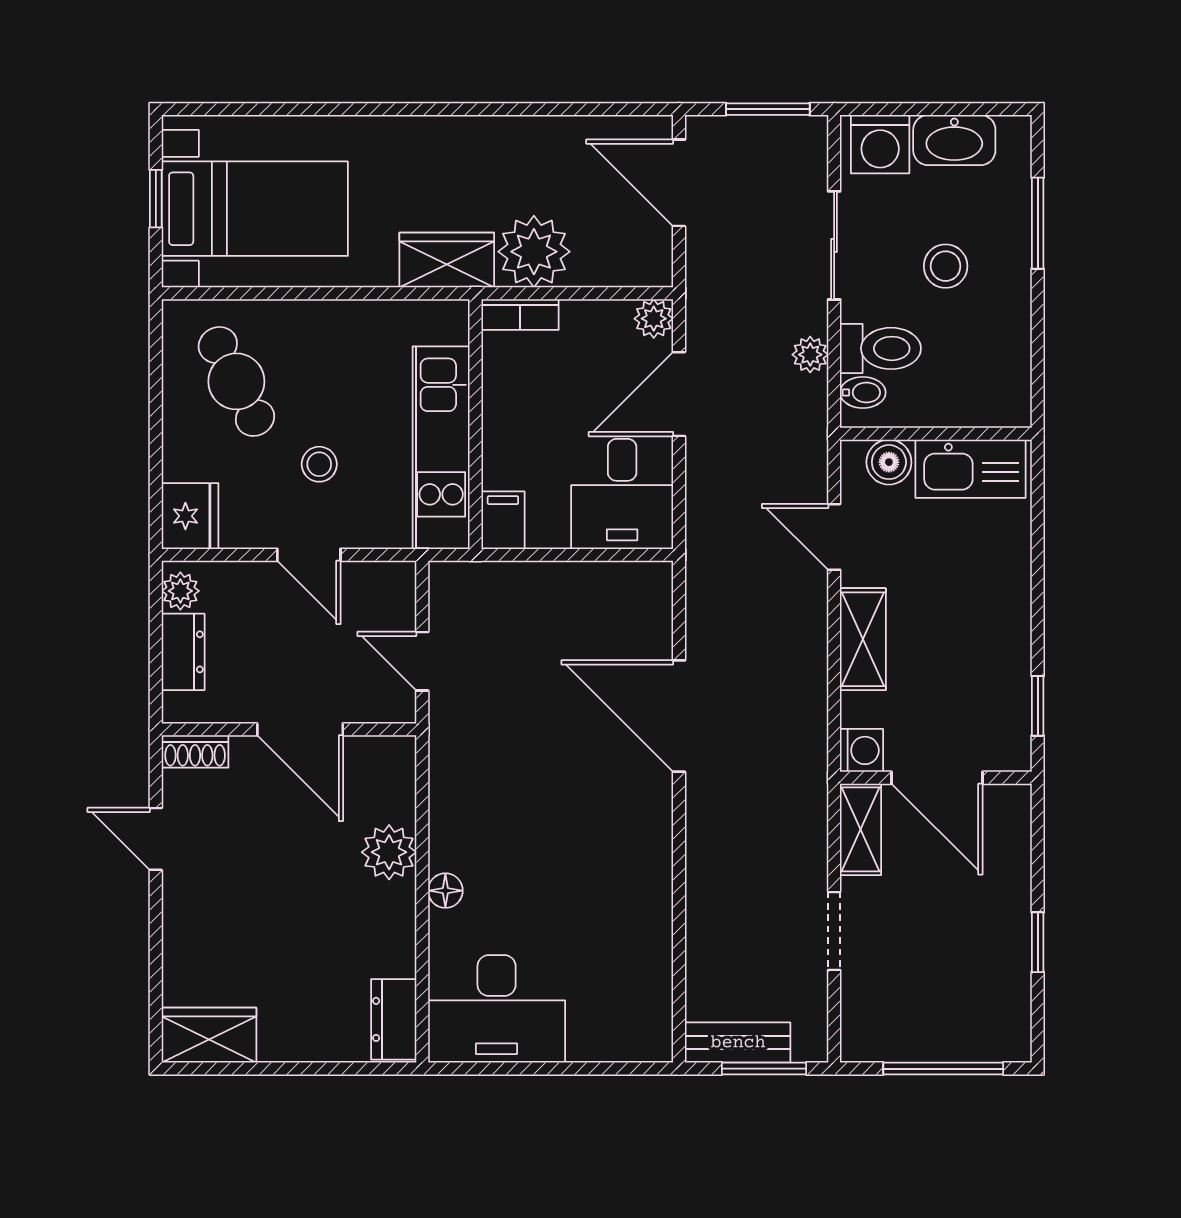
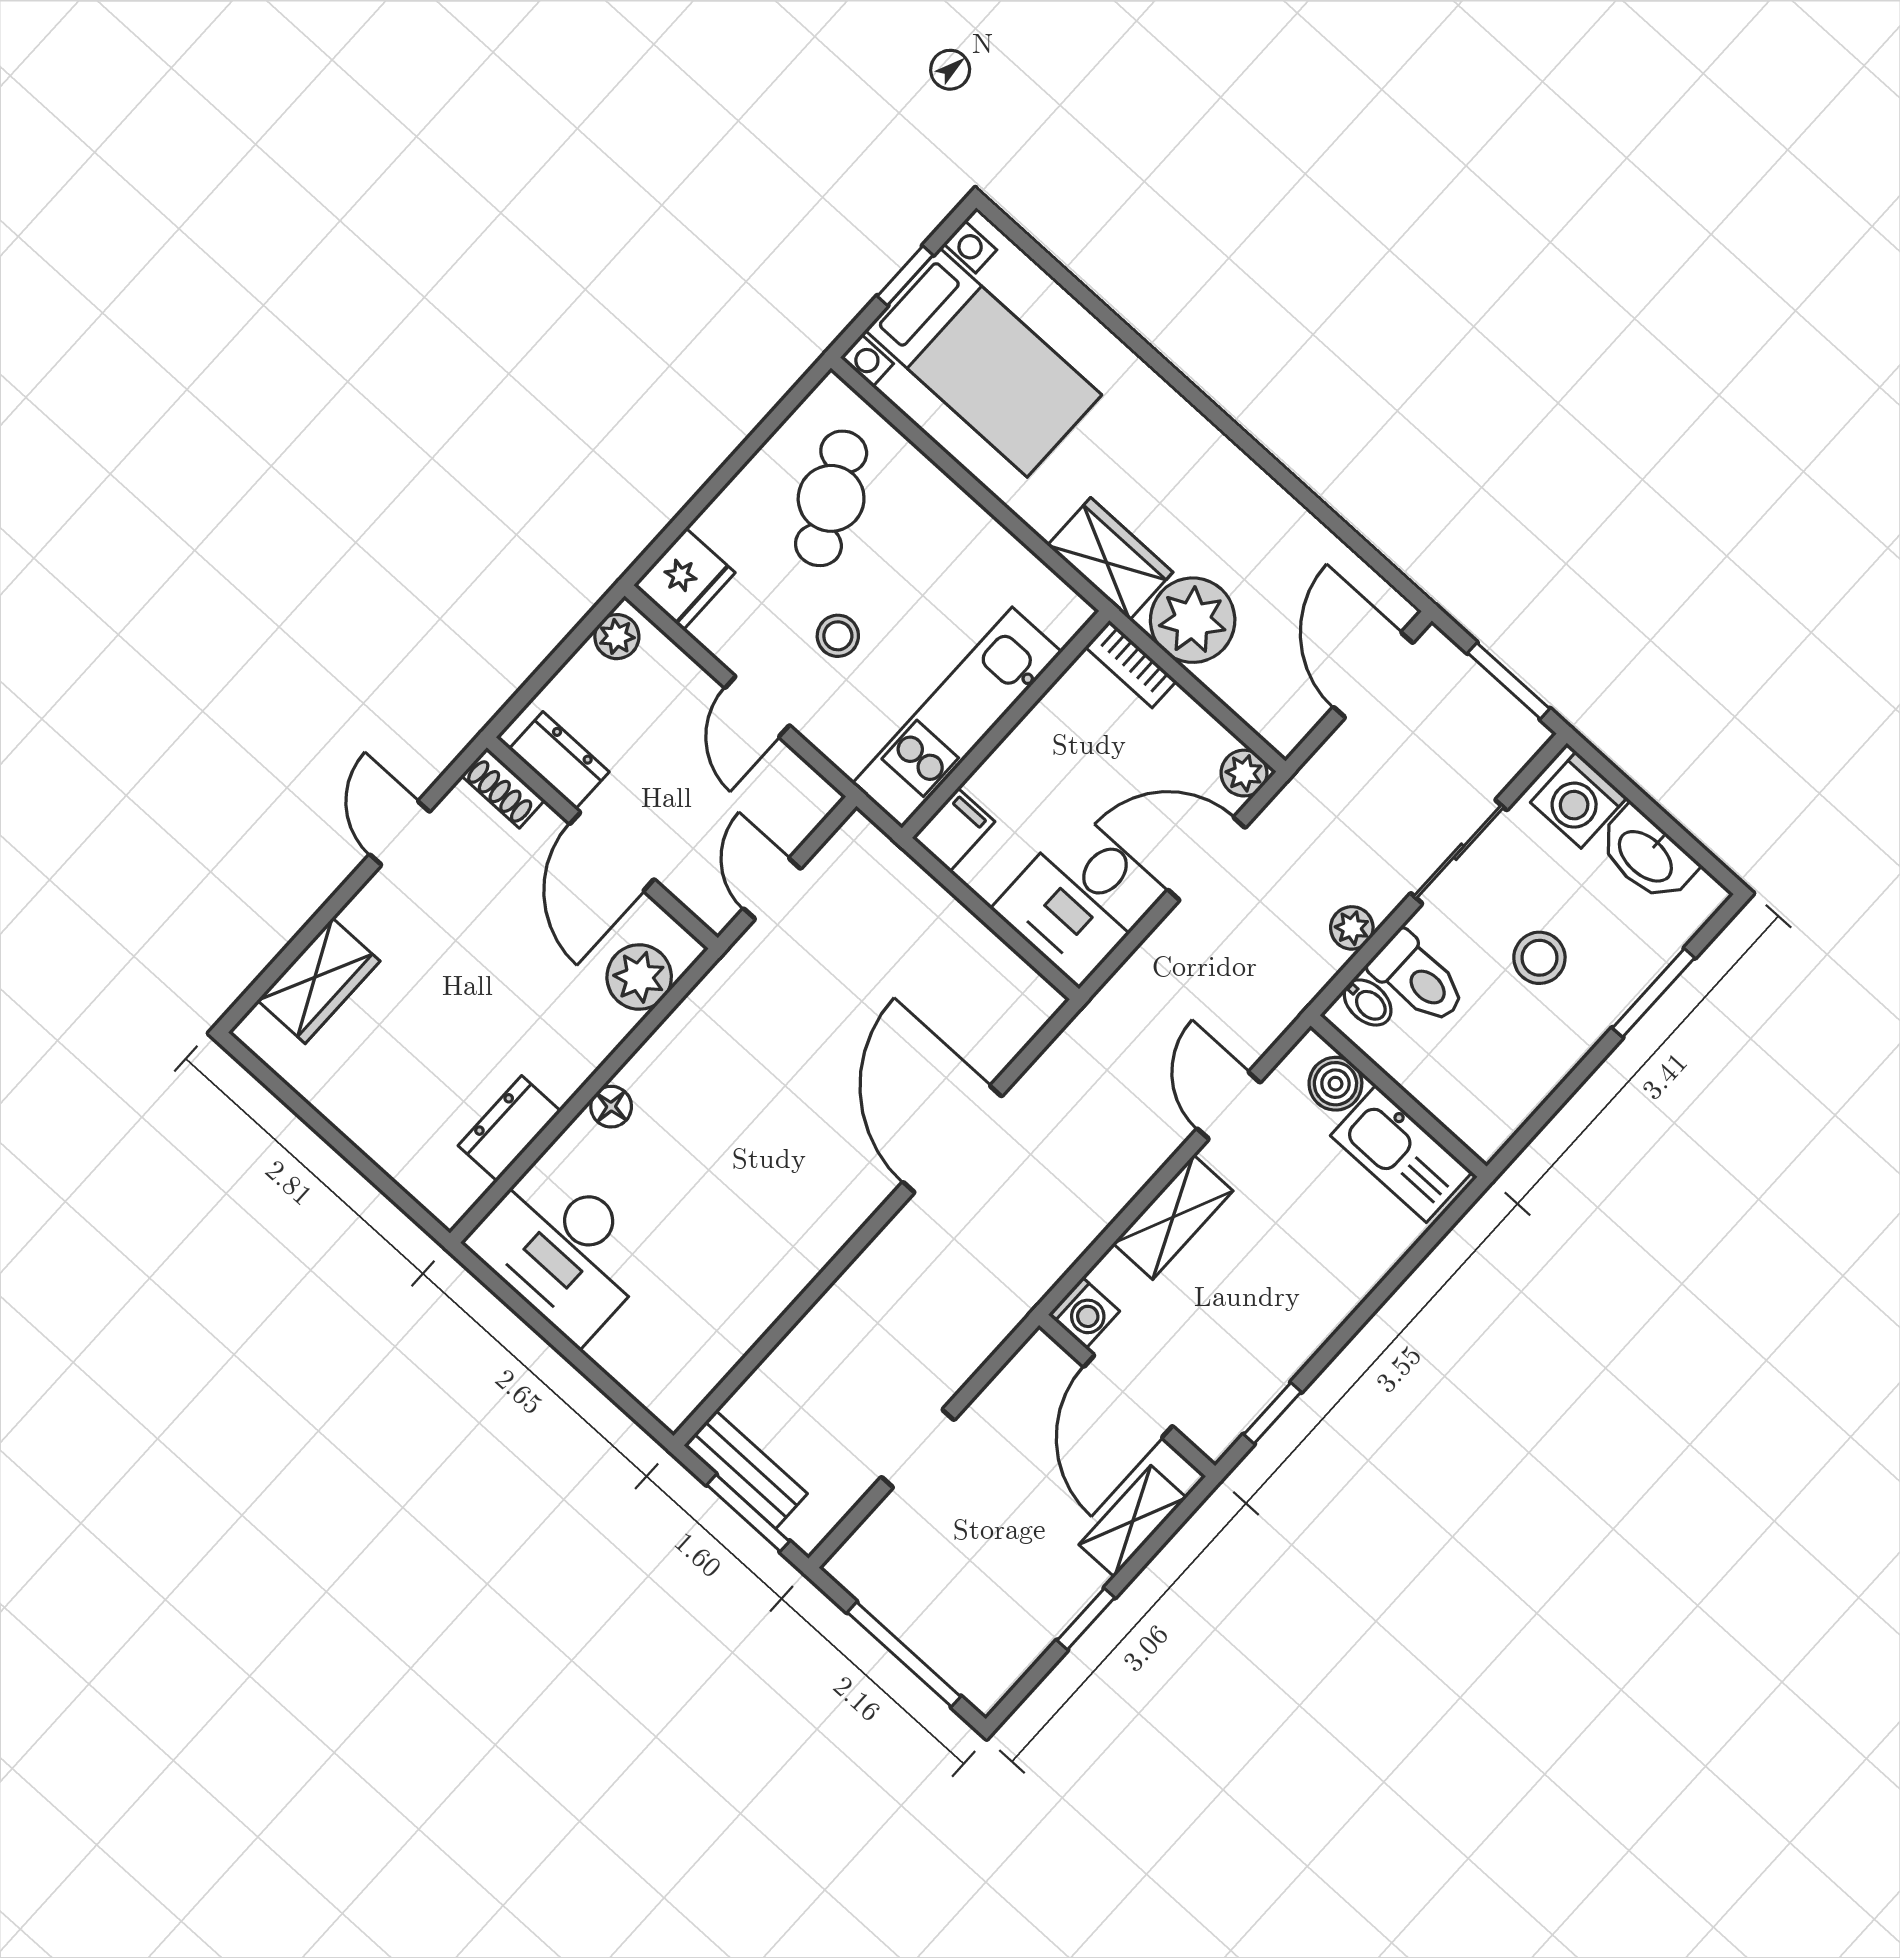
dresser: (183, 652) -> (559, 760), moved, turned -90
shelving: (860, 829) -> (1133, 1521), moved
plant: (389, 852) -> (639, 977), moved
dresser: (394, 1019) -> (509, 1128), moved
wardrobe: (209, 1035) -> (319, 981), moved, turned 90

